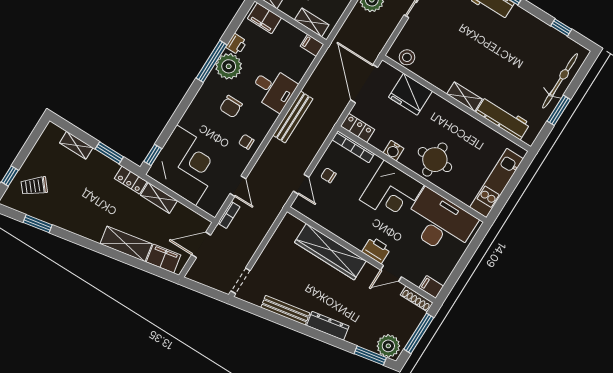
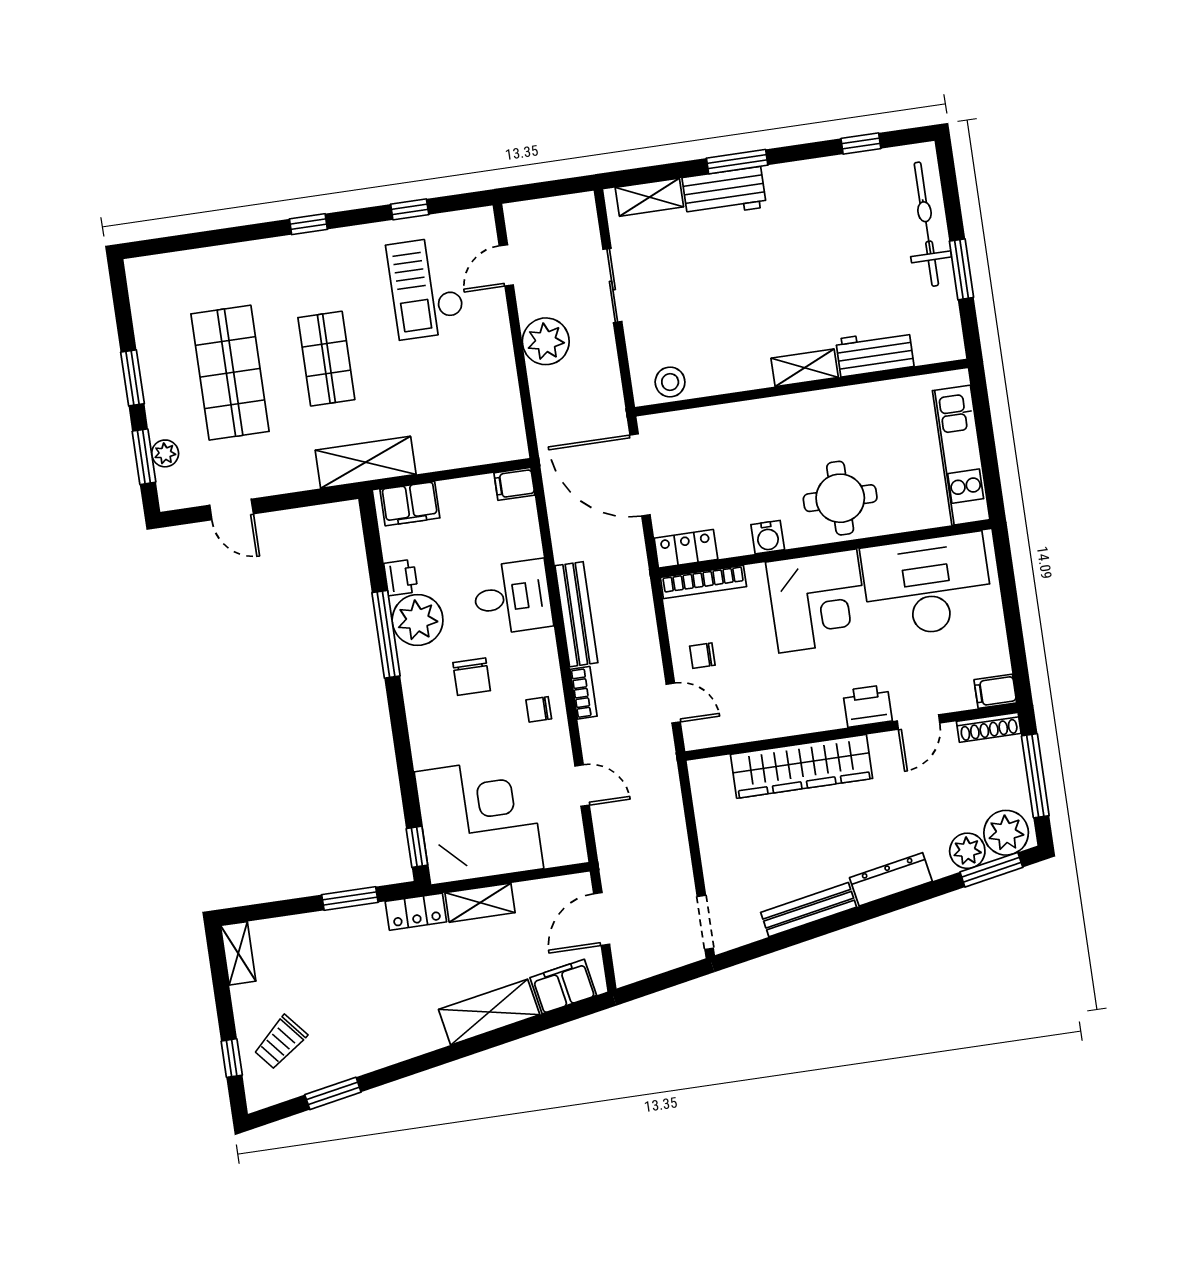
shelving: (312, 22) -> (485, 450), removed
fridge: (410, 94) -> (722, 432), removed
workbench: (503, 118) -> (875, 353), width x0.73
shelving: (76, 145) -> (238, 953), moved, turned 90
bookcase: (229, 215) -> (584, 693), moved
plant: (367, 340) -> (967, 851), added

